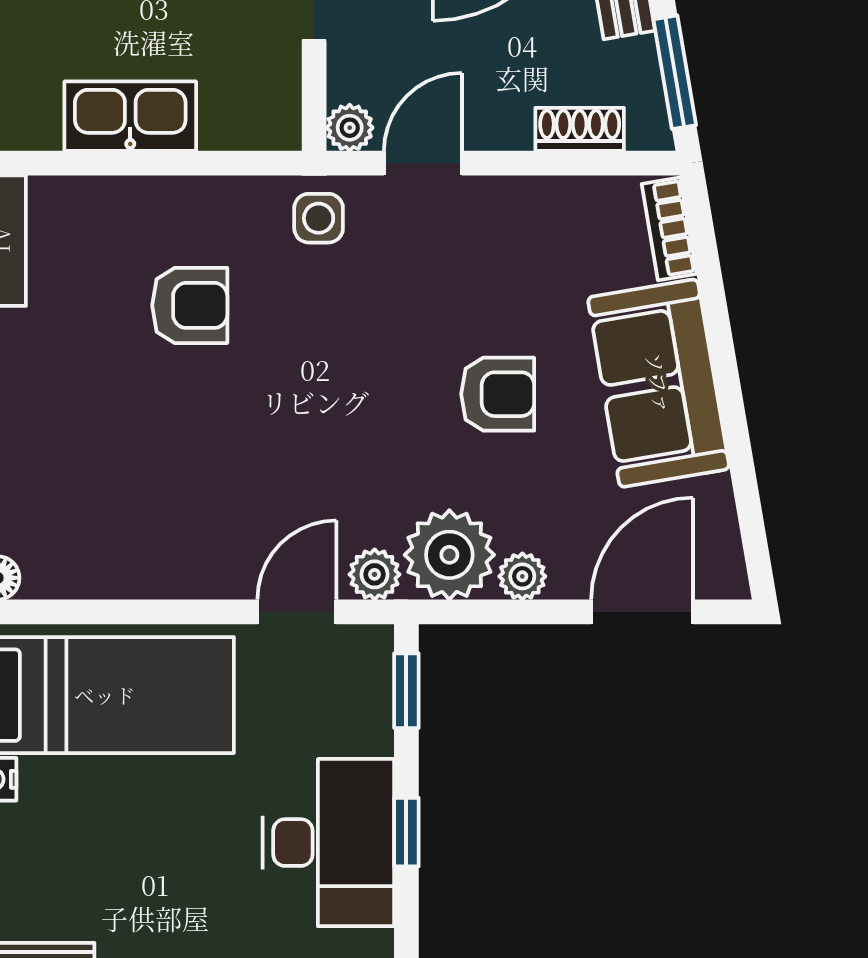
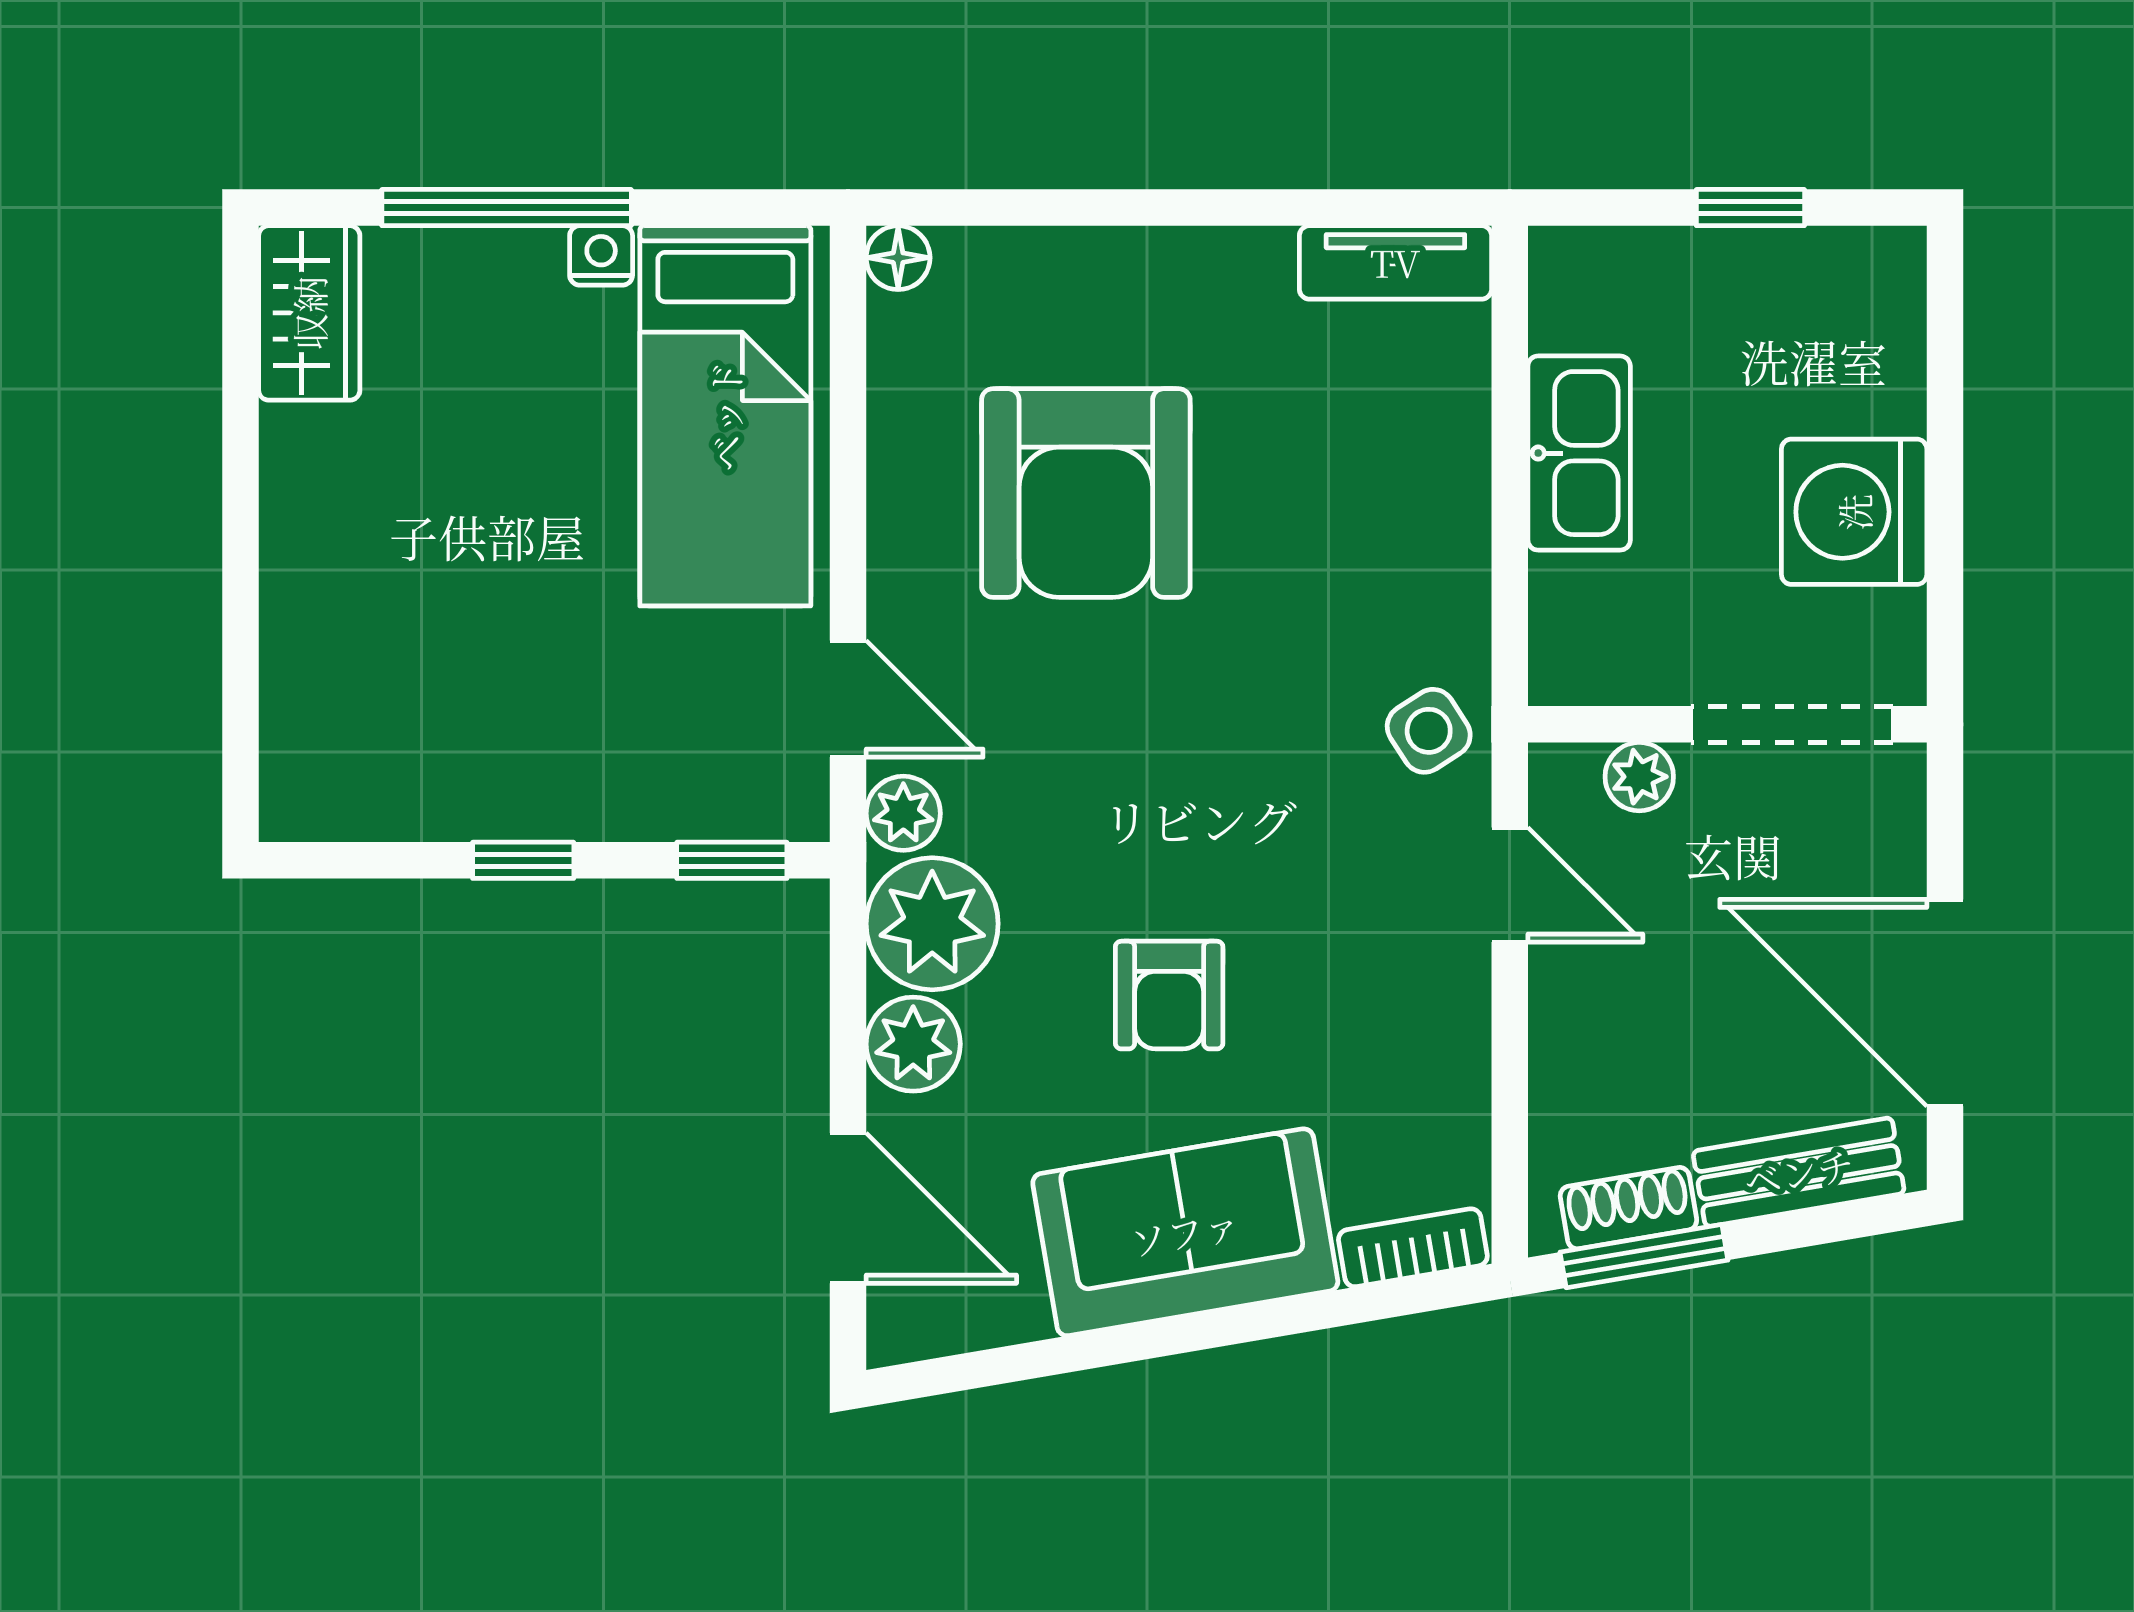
plant: (350, 128) -> (1639, 777), moved
shoe rack: (580, 129) -> (1628, 1208), moved, turned -100
side table: (319, 218) -> (1429, 731), turned -33
armchair: (190, 305) -> (1086, 493), moved, width x1.88, depth x1.88
plant: (522, 576) -> (913, 1044), width x1.38, depth x1.38
desk: (328, 843) -> (508, 745), removed

